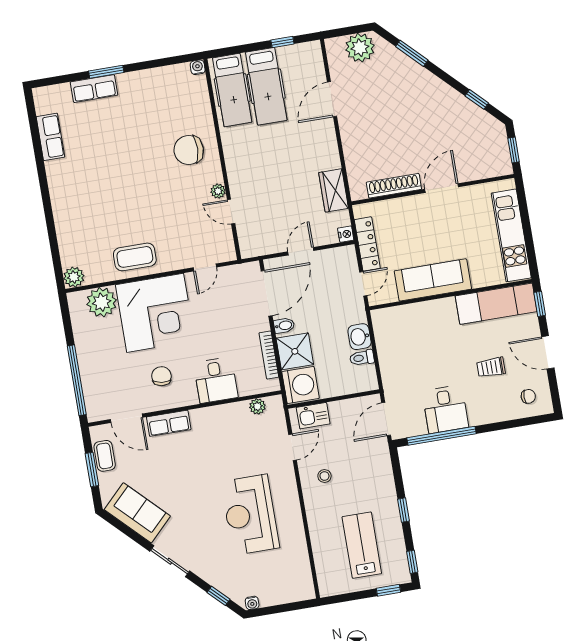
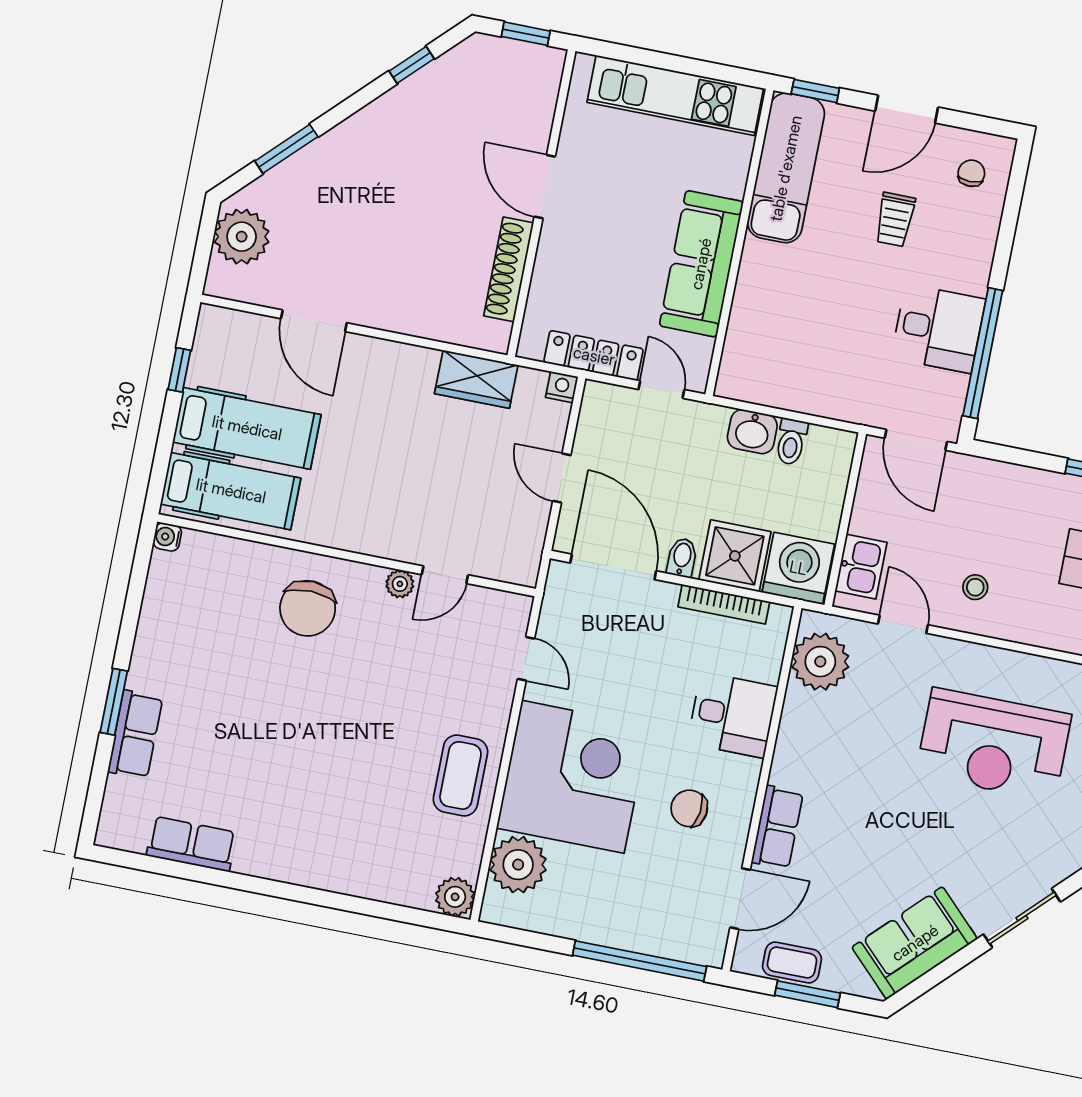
plant: (257, 406) -> (820, 662), width x1.88, depth x1.88

